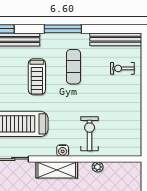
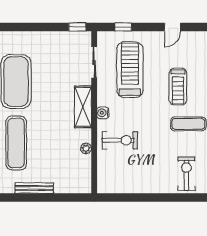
exercise bike: (122, 68) -> (186, 174), width x1.38, depth x1.39
treadmill: (37, 77) -> (178, 87), turned -90

